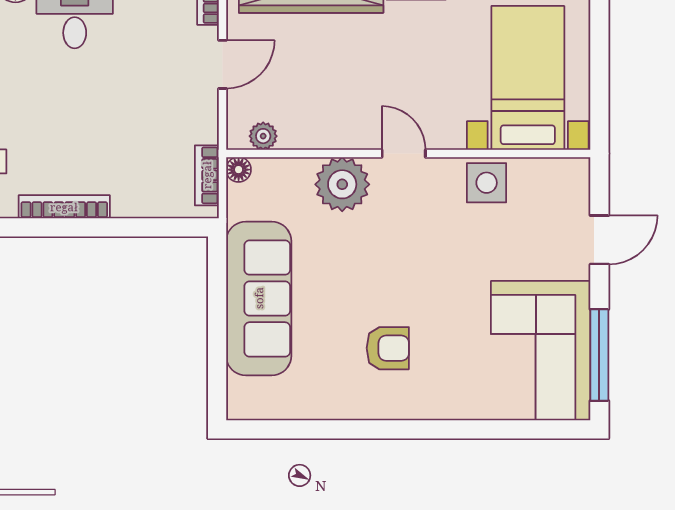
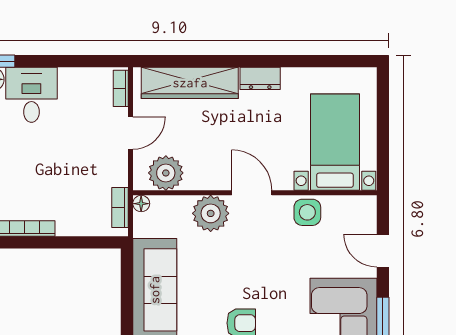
plant: (263, 136) -> (166, 173), width x1.88, depth x1.88
door: (404, 154) -> (252, 193), width x1.38
door: (599, 240) -> (383, 251), swing flipped

